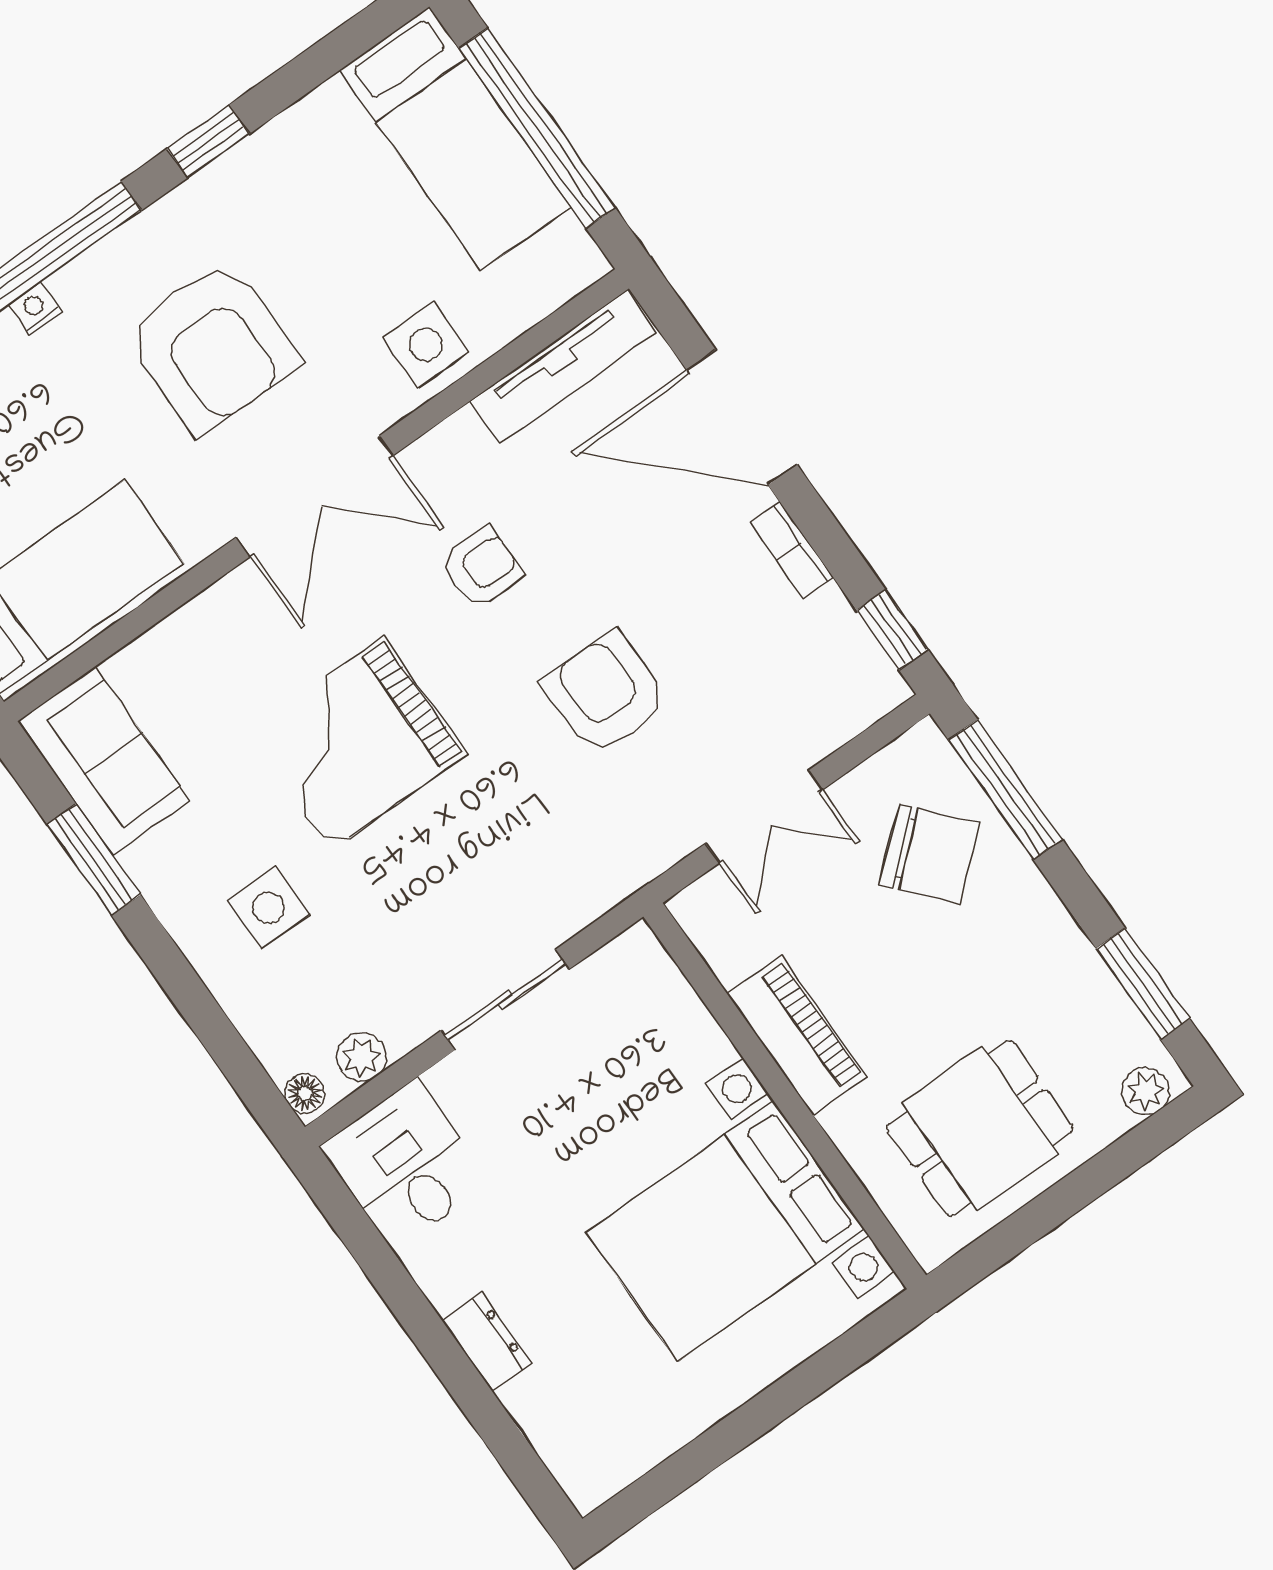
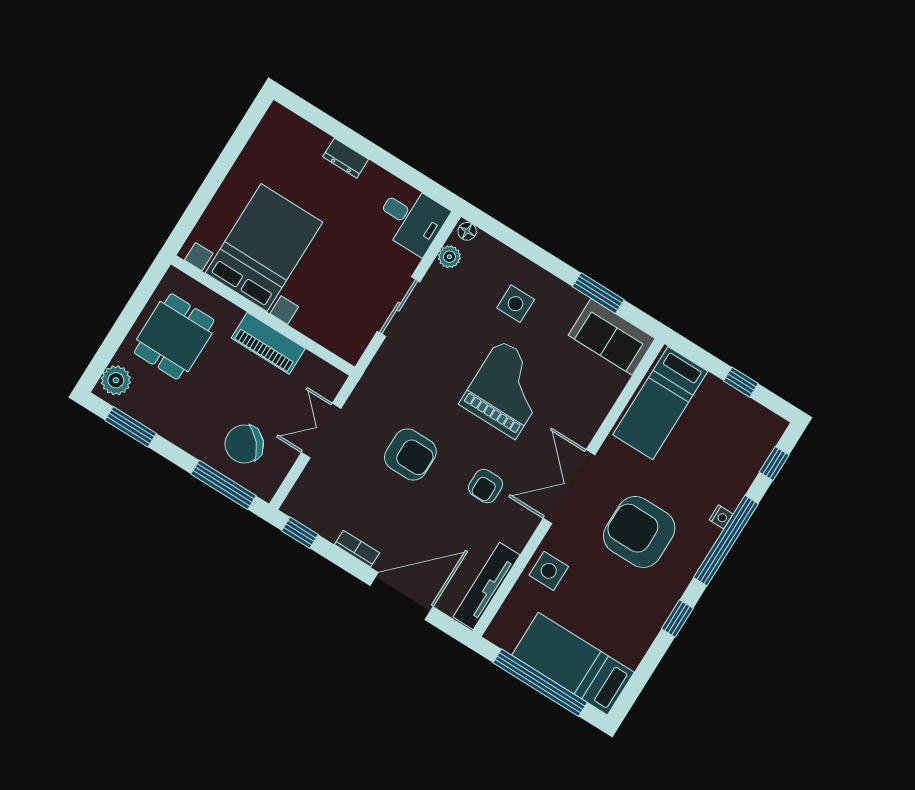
plant: (1146, 1091) -> (116, 380), width x1.38, depth x1.38

